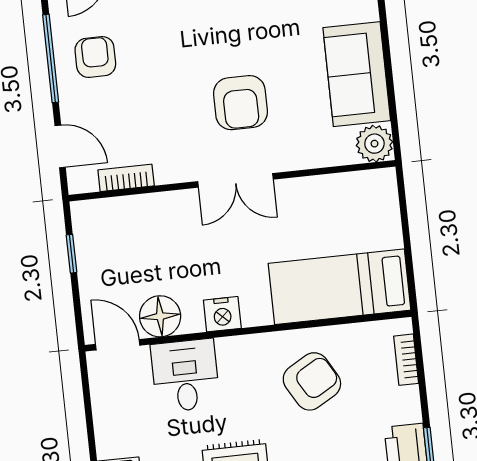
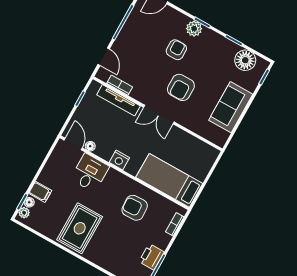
armchair: (95, 57) -> (176, 50), moved
plant: (374, 144) -> (219, 137), removed
tv unit: (144, 207) -> (118, 100), added
floor lamp: (160, 316) -> (90, 146), width x0.53, depth x0.53
armchair: (312, 381) -> (135, 208), turned -153

